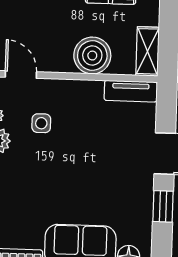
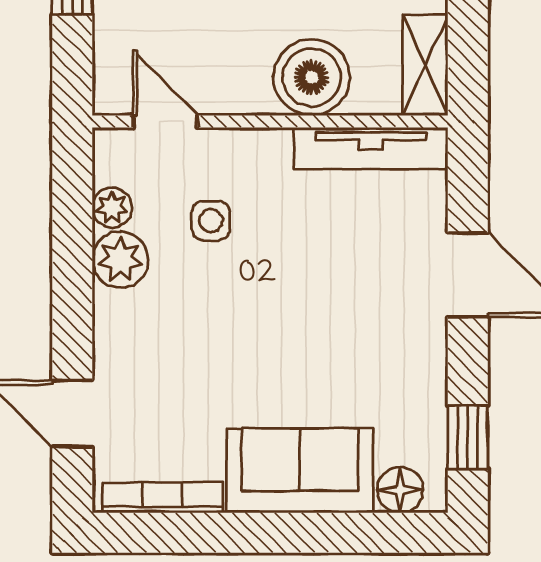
tv unit: (131, 91) -> (371, 148), width x1.41
window: (163, 206) -> (468, 437), moved

